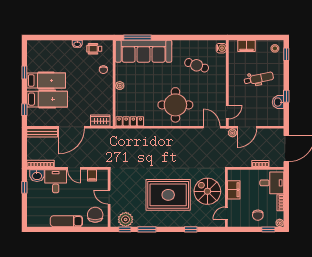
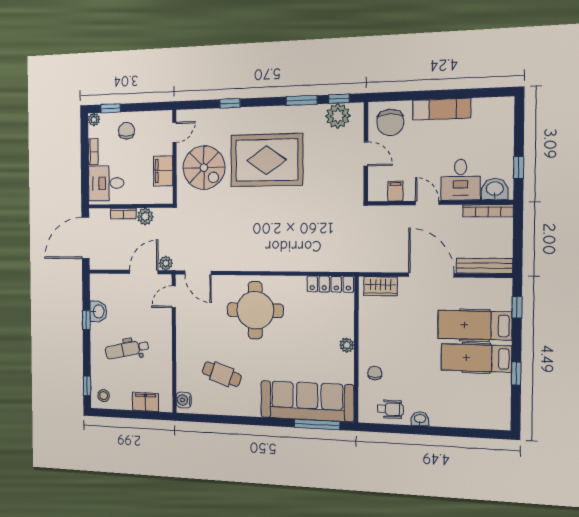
door: (72, 127) -> (431, 275), hinge flipped
plant: (246, 162) -> (145, 216), added

